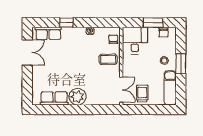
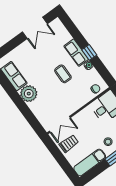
window: (66, 23) -> (89, 52), moved
row of seats: (48, 33) -> (76, 53), moved
coffee table: (108, 59) -> (63, 74), moved

